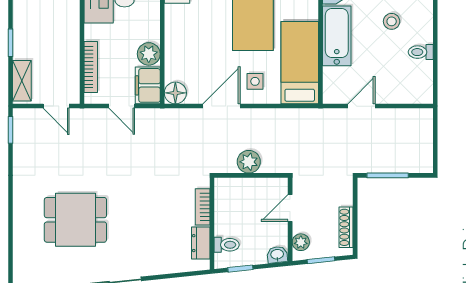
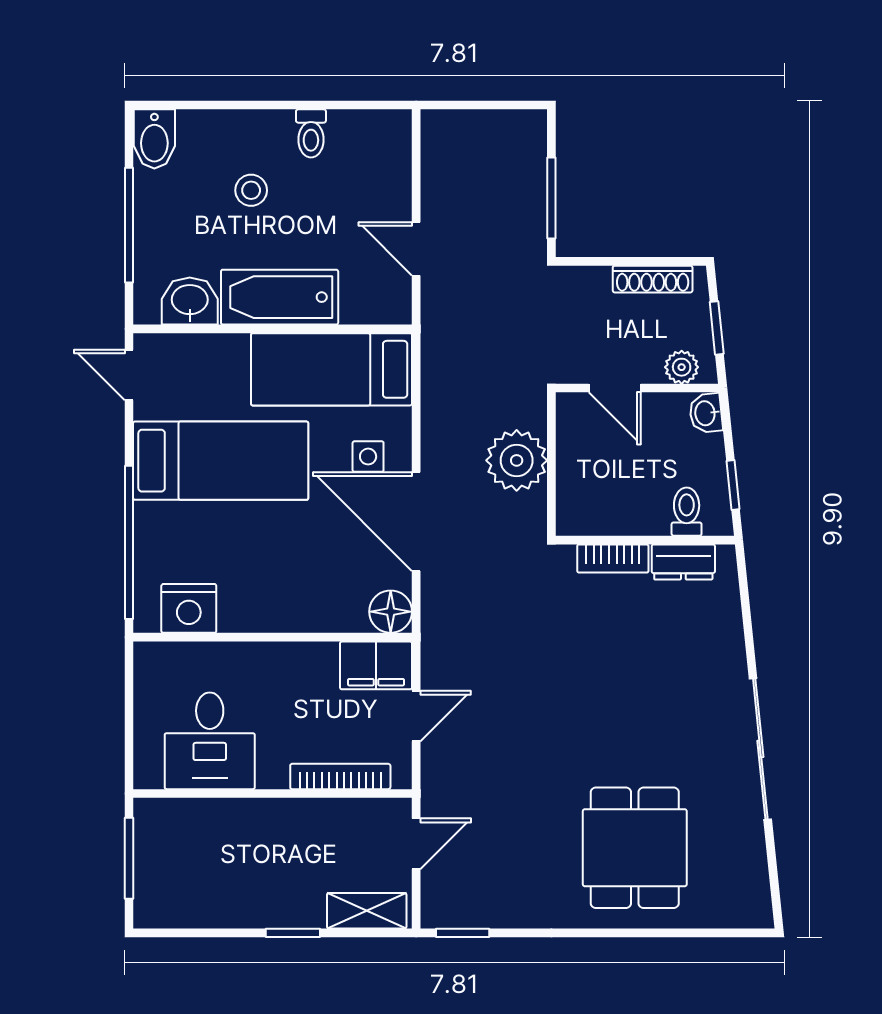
plant: (149, 54) -> (315, 664), removed
door: (222, 106) -> (416, 522), width x1.36
plant: (249, 162) -> (517, 460), width x1.36, depth x1.36
dining table: (75, 220) -> (635, 848), moved

